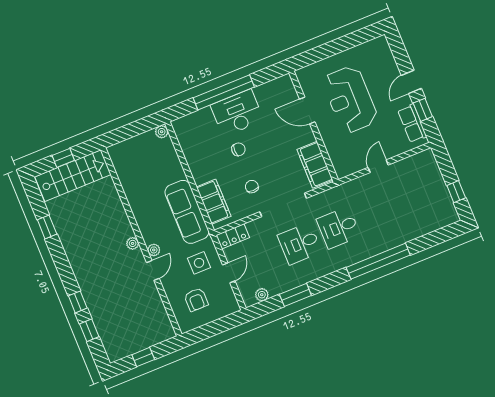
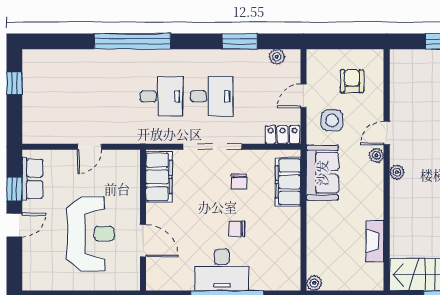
fireplace: (128, 183) -> (375, 241), added
sofa: (187, 212) -> (322, 173), width x0.73

